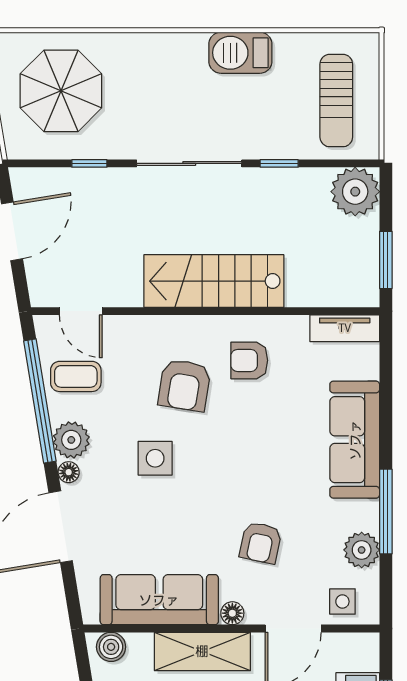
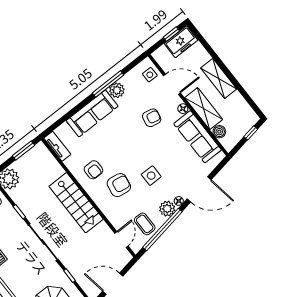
plant: (362, 550) -> (117, 90), moved
boiler: (111, 647) -> (219, 132), moved

